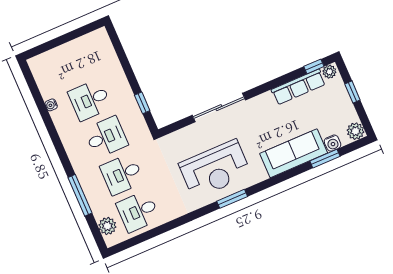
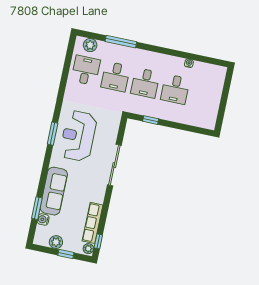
desk: (90, 100) -> (175, 89), turned 180
plant: (356, 131) -> (56, 242), moved
desk: (122, 174) -> (116, 77), turned 180

